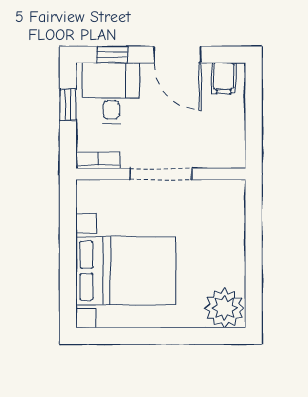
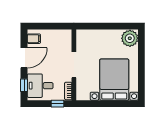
window: (68, 105) -> (58, 104), moved

